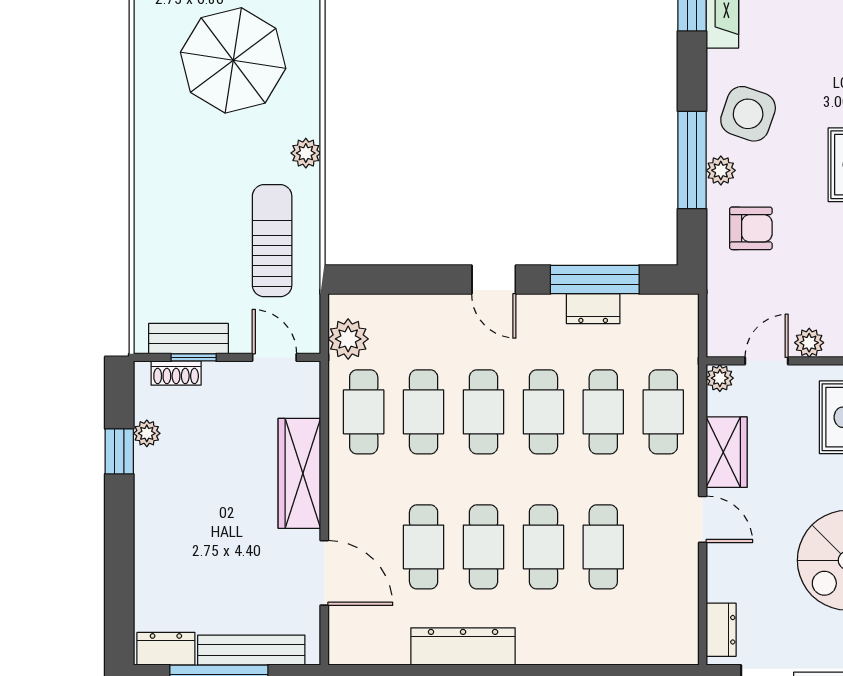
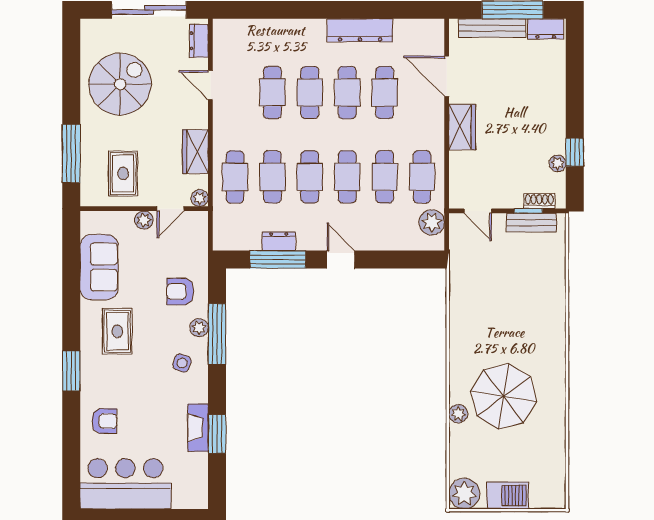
side table: (748, 114) -> (182, 363), width x0.54, depth x0.54
plant: (306, 153) -> (458, 414), moved
sun lounger: (272, 241) -> (479, 284), removed
wardrobe: (299, 473) -> (462, 127), width x0.67
door: (703, 519) -> (210, 85), moved

